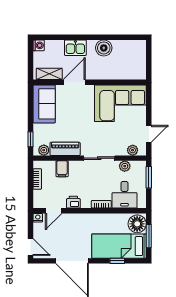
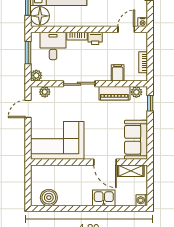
boiler: (104, 48) -> (49, 198), moved
door: (74, 82) -> (105, 162), hinge flipped
plant: (125, 166) -> (36, 75), moved
window: (149, 177) -> (28, 53), moved
printer: (73, 202) -> (95, 38), moved

